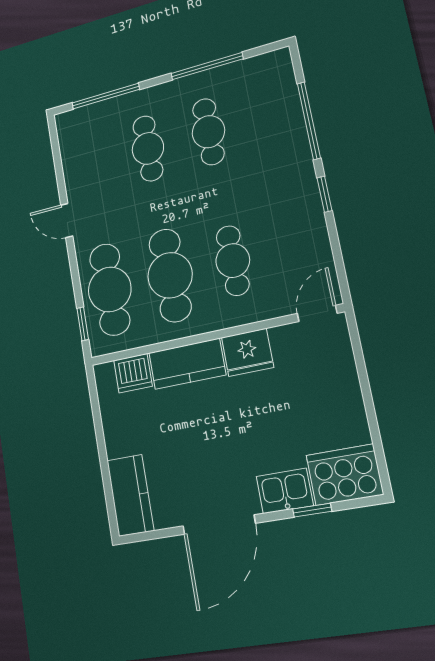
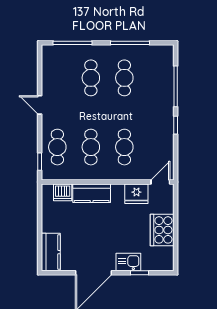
cafe table: (170, 275) -> (91, 147), width x0.73, depth x0.74
cafe table: (110, 289) -> (57, 147), width x0.73, depth x0.74
fridge: (247, 352) -> (136, 194), moved
cooker: (345, 475) -> (162, 230), moved, turned -90

